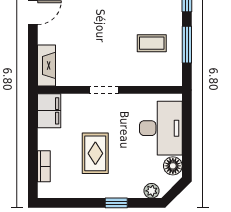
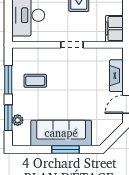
fireplace: (47, 65) -> (116, 76), moved

